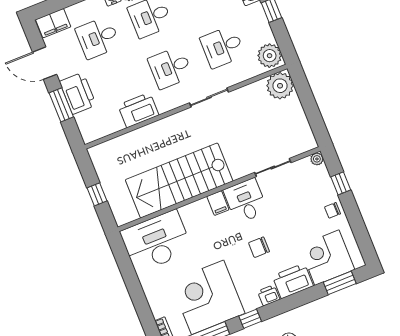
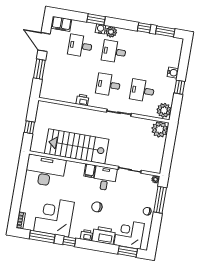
printer: (78, 93) -> (52, 68), removed
printer: (138, 110) -> (82, 100), width x0.53, depth x0.68
window: (341, 183) -> (160, 200), width x2.17

